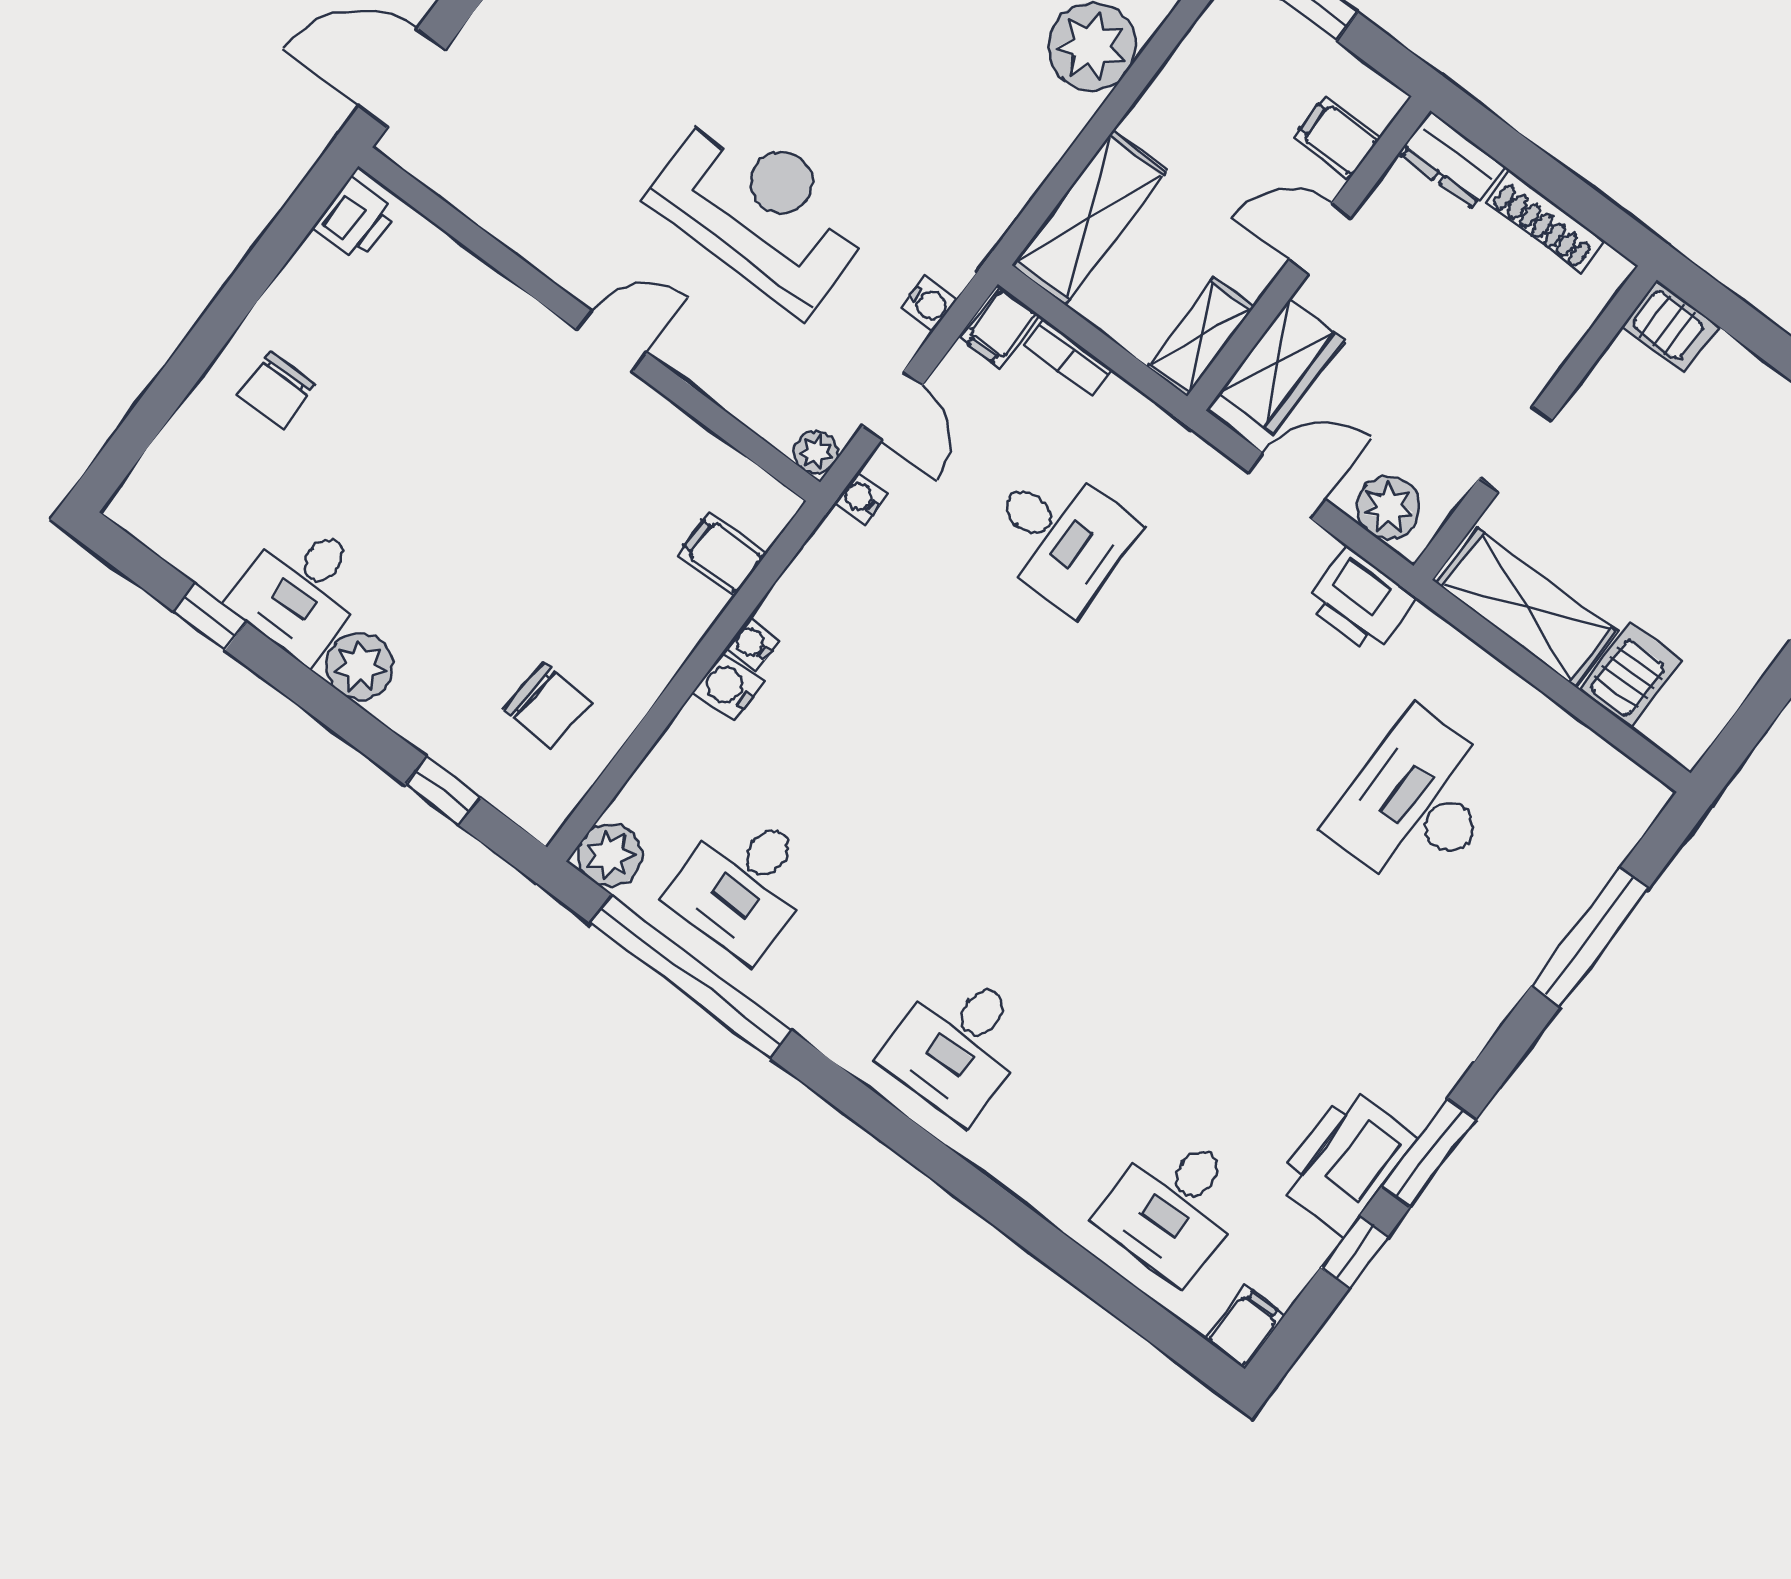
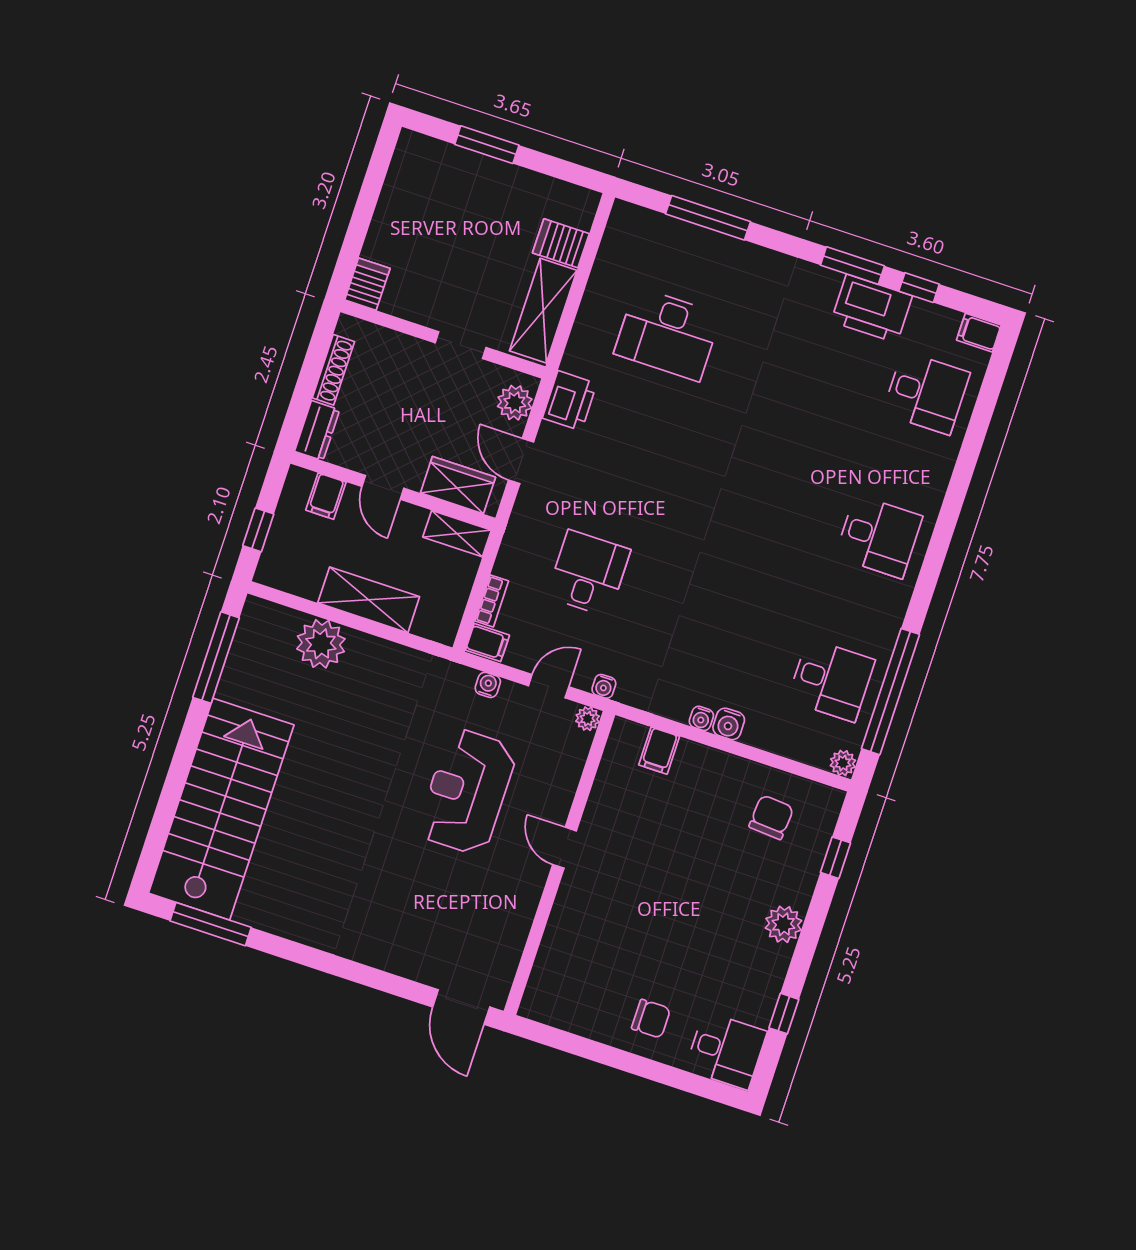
shelving: (1089, 218) -> (369, 600), moved
printer: (355, 219) -> (545, 1007), removed
desk: (301, 590) -> (726, 1050), moved
plant: (610, 855) -> (843, 763), width x0.73, depth x0.73

